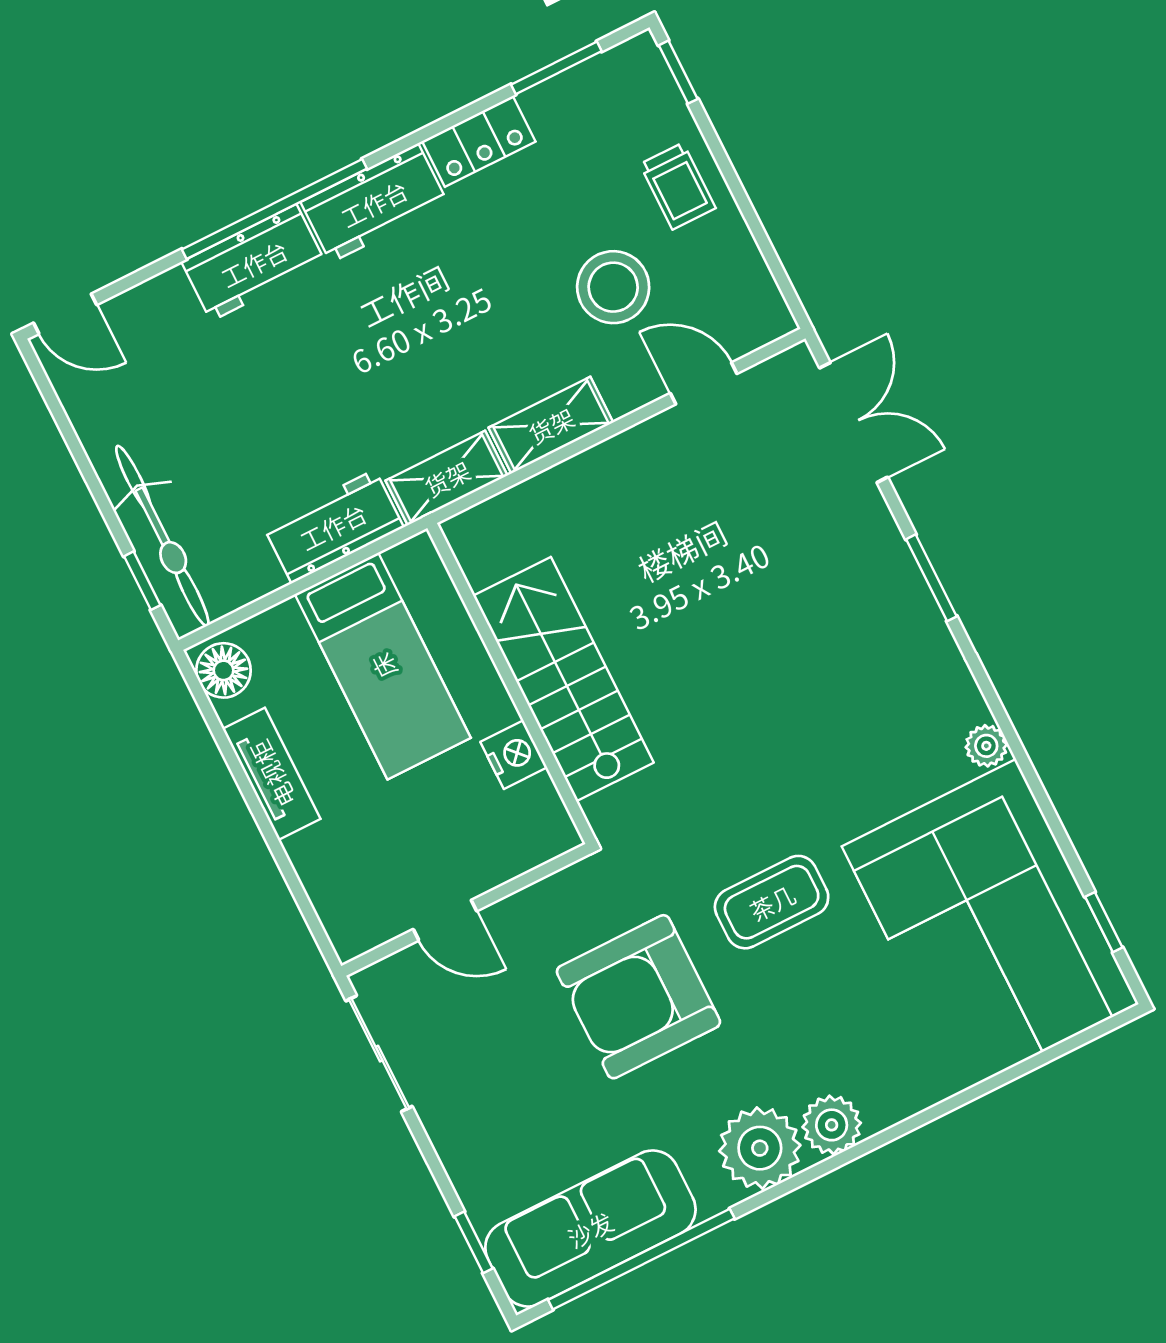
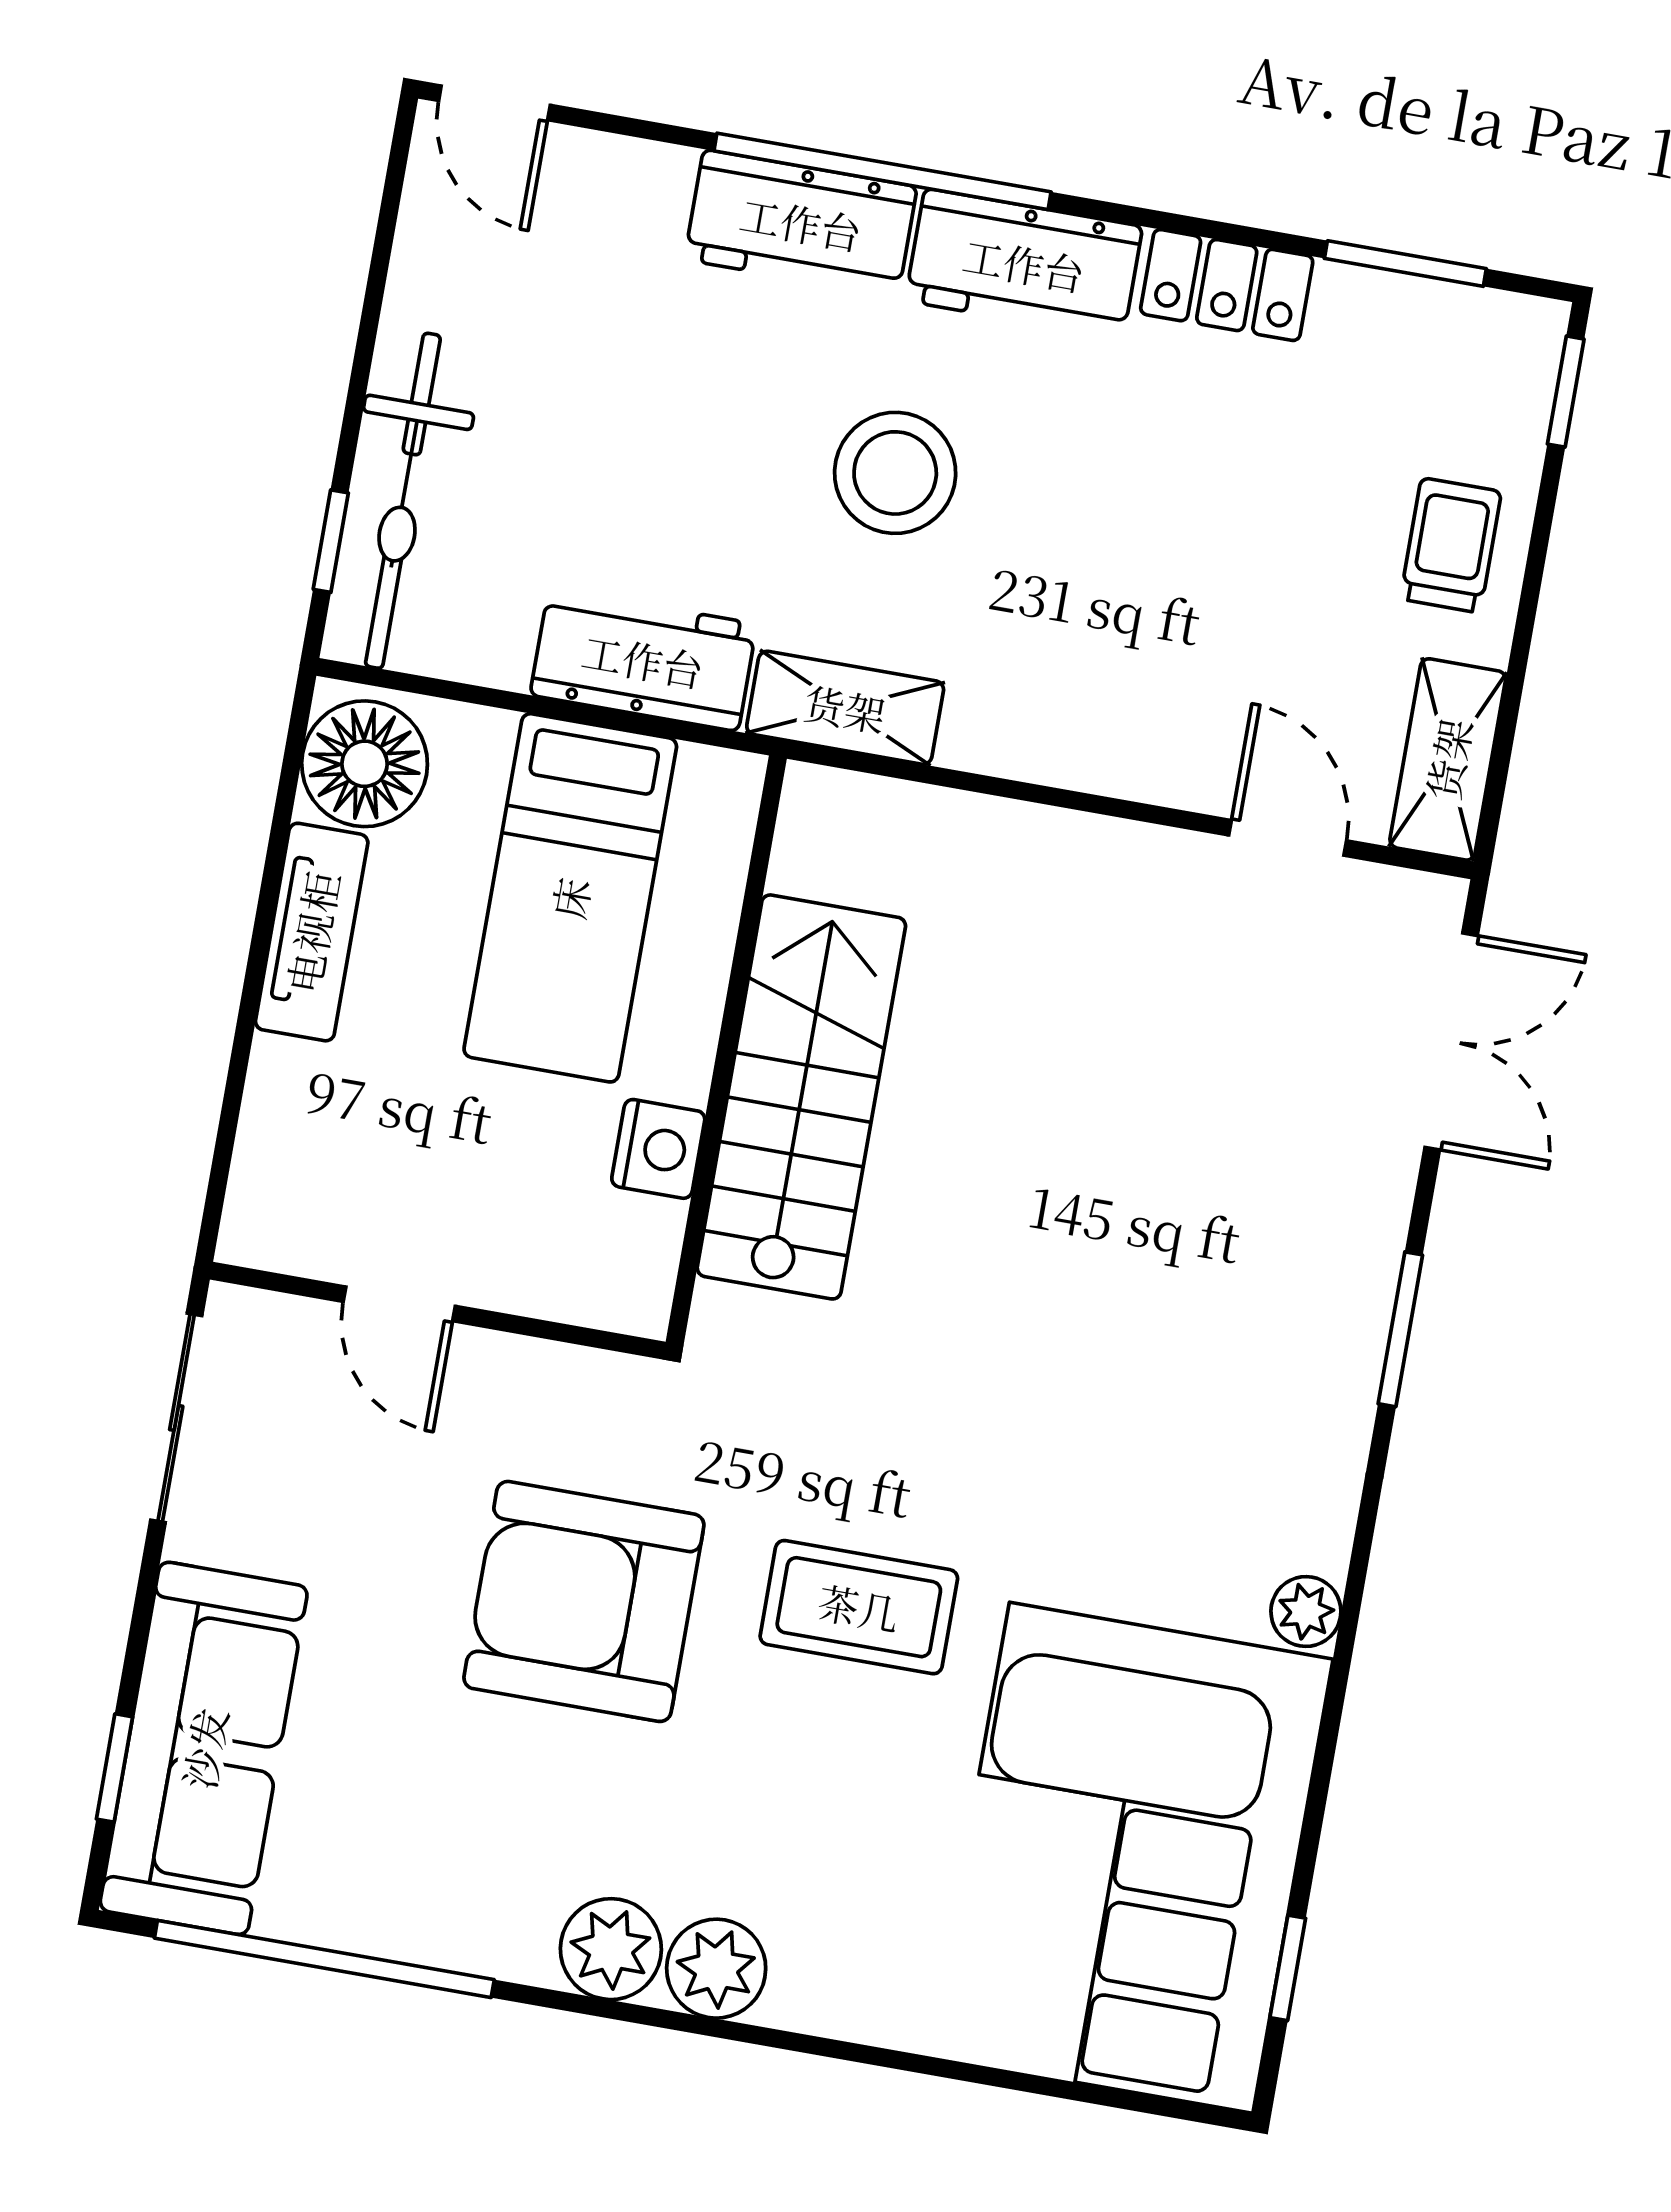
trolley: (678, 186) -> (1451, 545), turned 180
stool: (613, 287) -> (895, 473), moved
shelving: (551, 425) -> (1448, 759), moved, turned 90
floor lamp: (224, 670) -> (365, 764), width x1.38, depth x1.38
plant: (760, 1148) -> (611, 1949), width x0.73, depth x0.73
sofa: (590, 1229) -> (204, 1748), moved, turned 90

